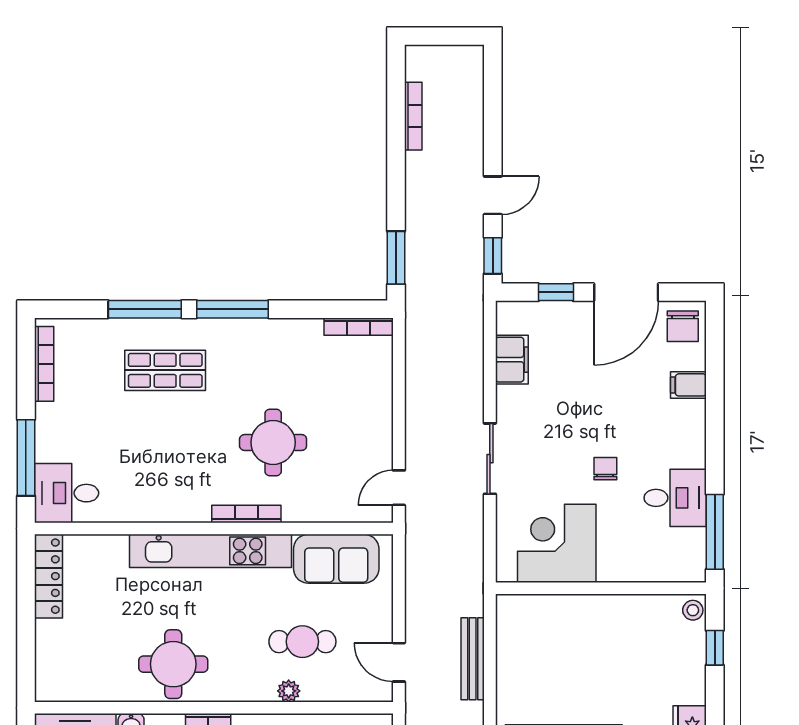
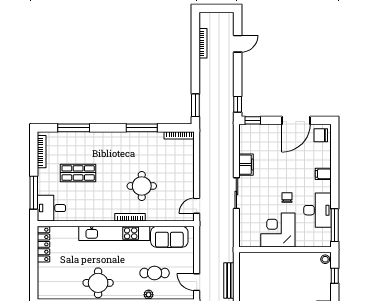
door: (493, 195) -> (238, 44), moved
window: (556, 292) -> (253, 120), moved
window: (145, 309) -> (74, 128), moved
window: (233, 309) -> (142, 128), moved
chair: (683, 326) -> (321, 135), turned 90
filing cabinet: (512, 360) -> (246, 165), moved
shop shelf: (165, 370) -> (78, 173), moved
filing cabinet: (688, 385) -> (323, 174), moved
desk: (675, 498) -> (317, 210), width x1.37
corner desk: (557, 543) -> (278, 230), moved

